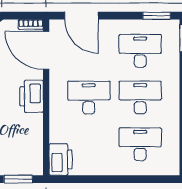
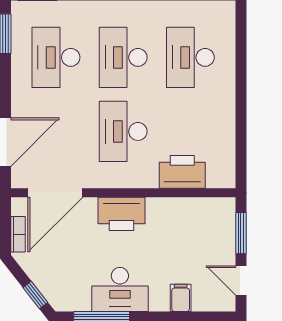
bookcase: (31, 24) -> (18, 234), moved
printer: (61, 160) -> (182, 172), moved

